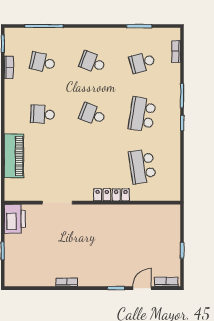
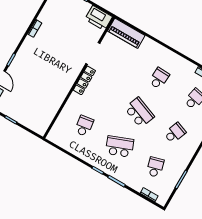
school desk: (92, 114) -> (139, 112), width x1.85
school desk: (142, 114) -> (120, 146), turned -30
piano: (14, 156) -> (126, 33), moved
school desk: (142, 166) -> (84, 126), width x0.54
locker: (111, 195) -> (84, 80), moved

